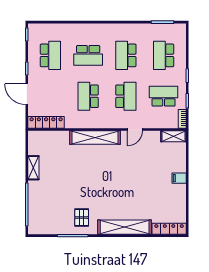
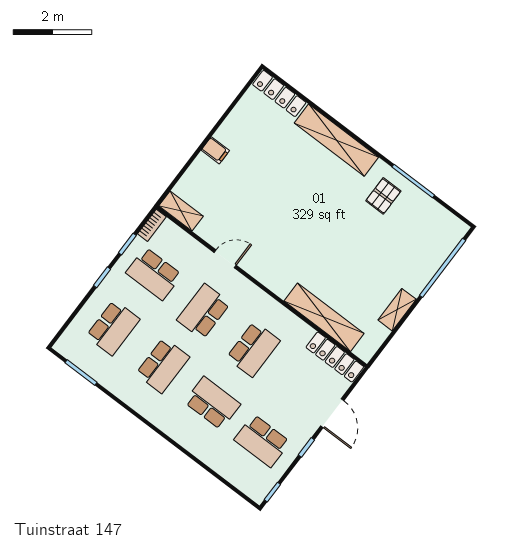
school desk: (50, 55) -> (262, 441), turned -90
shelving: (95, 138) -> (324, 317), moved

